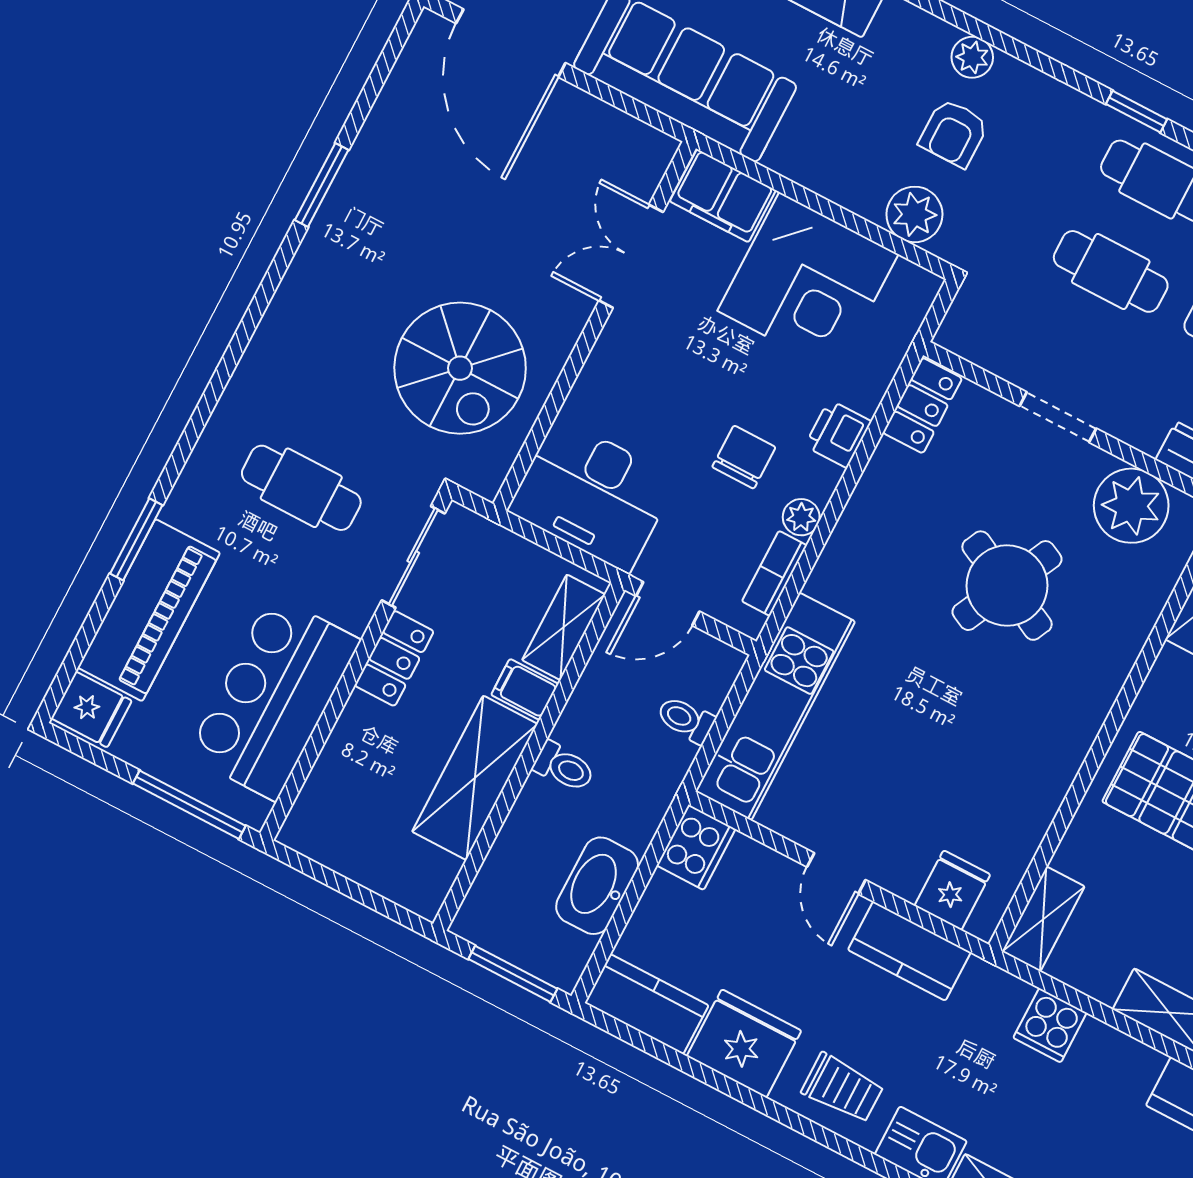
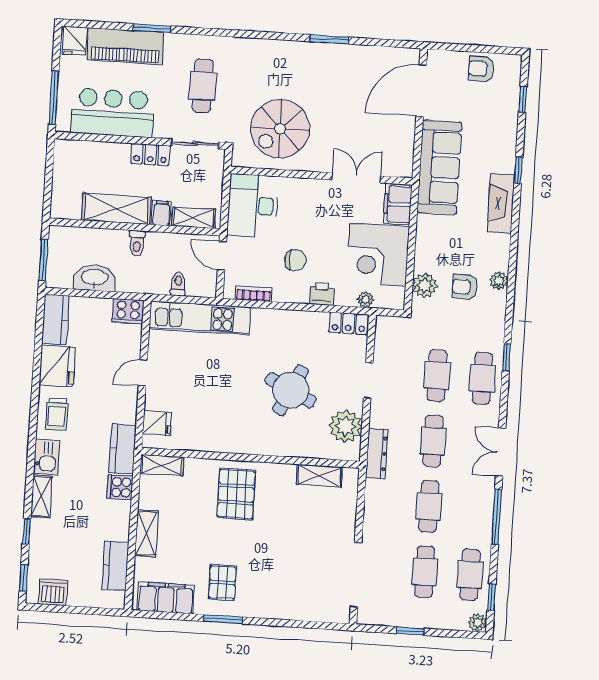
plant: (801, 517) -> (366, 300), moved
kitchen counter: (909, 951) -> (123, 449), moved

